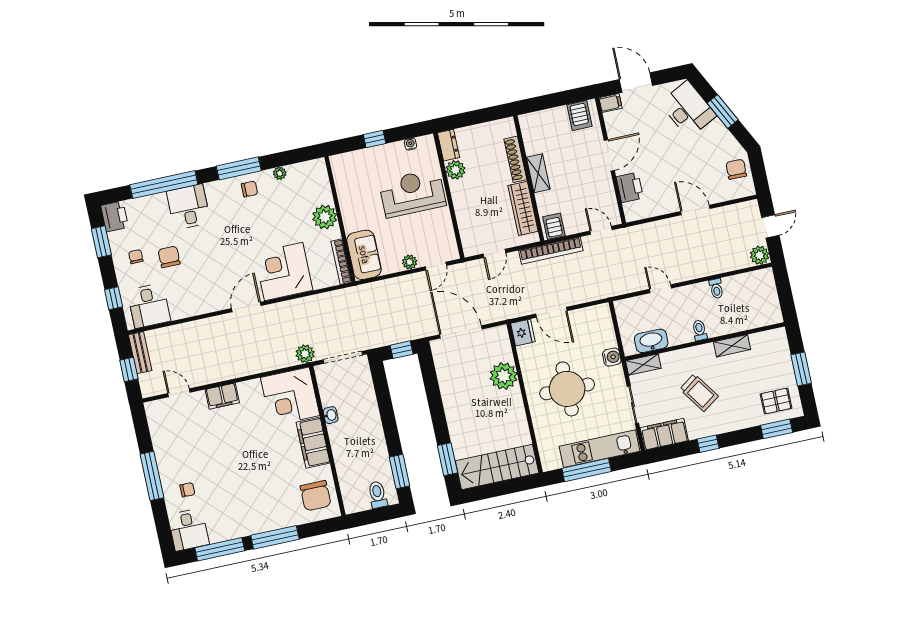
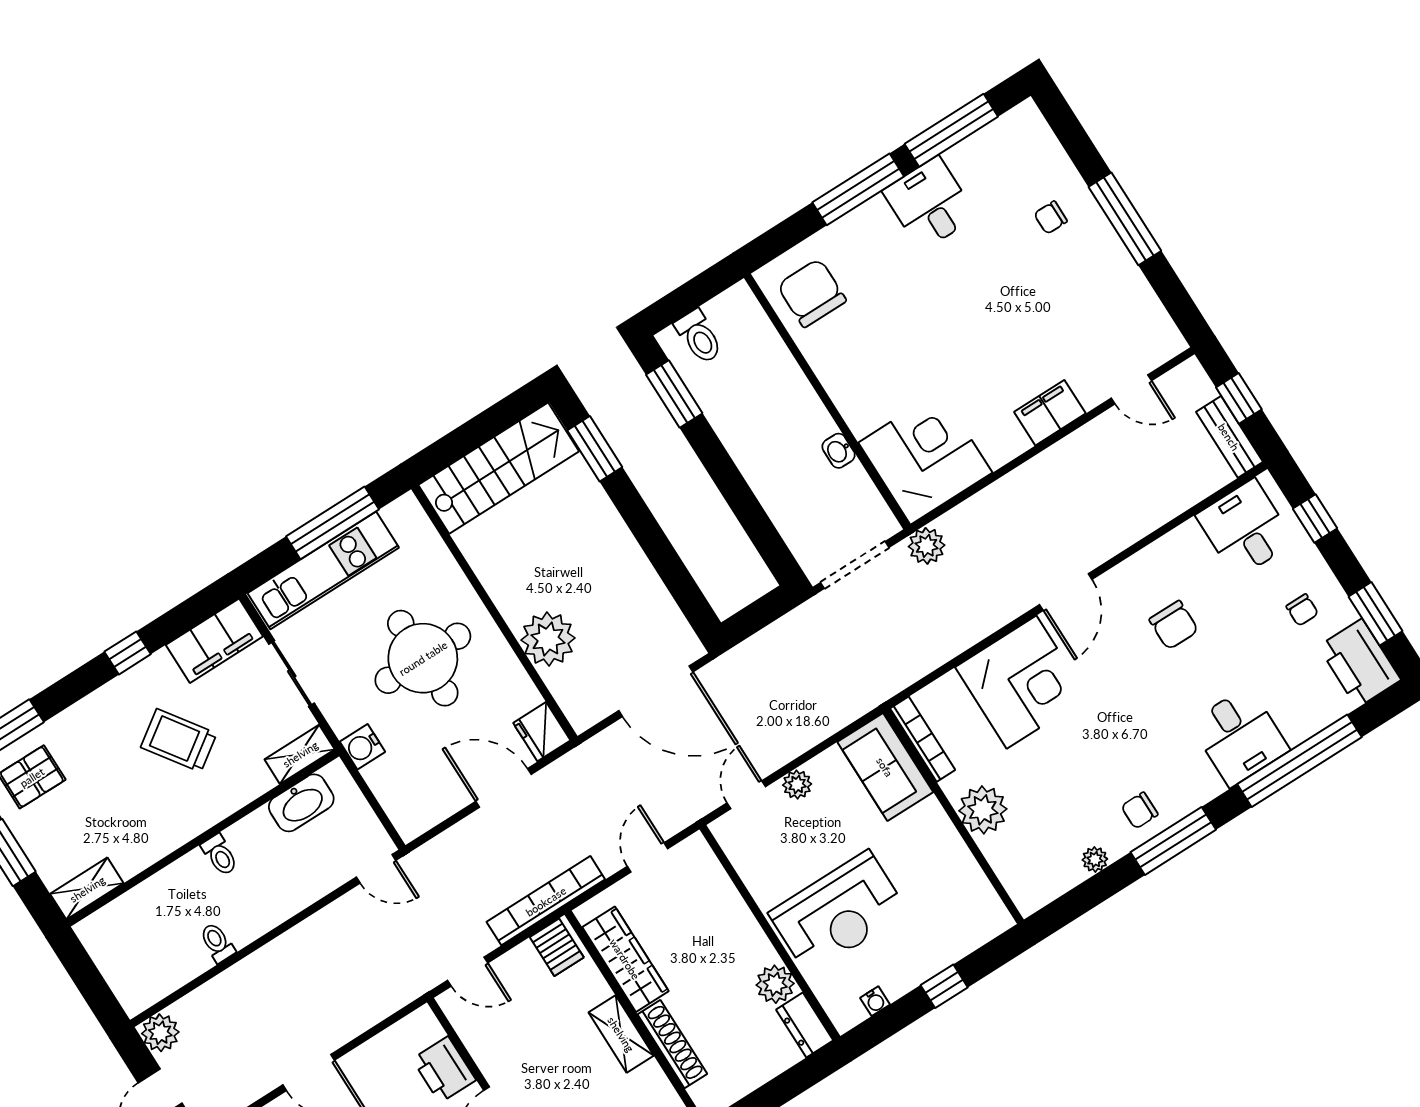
printer: (114, 216) -> (1360, 663), width x1.37, depth x1.19
chair: (169, 257) -> (1174, 625), moved
door: (660, 289) -> (376, 869), moved
shelving: (732, 346) -> (87, 889), moved
window: (402, 350) -> (753, 619), removed
filing cabinet: (313, 443) -> (852, 389), removed
desk: (188, 530) -> (930, 204), moved

